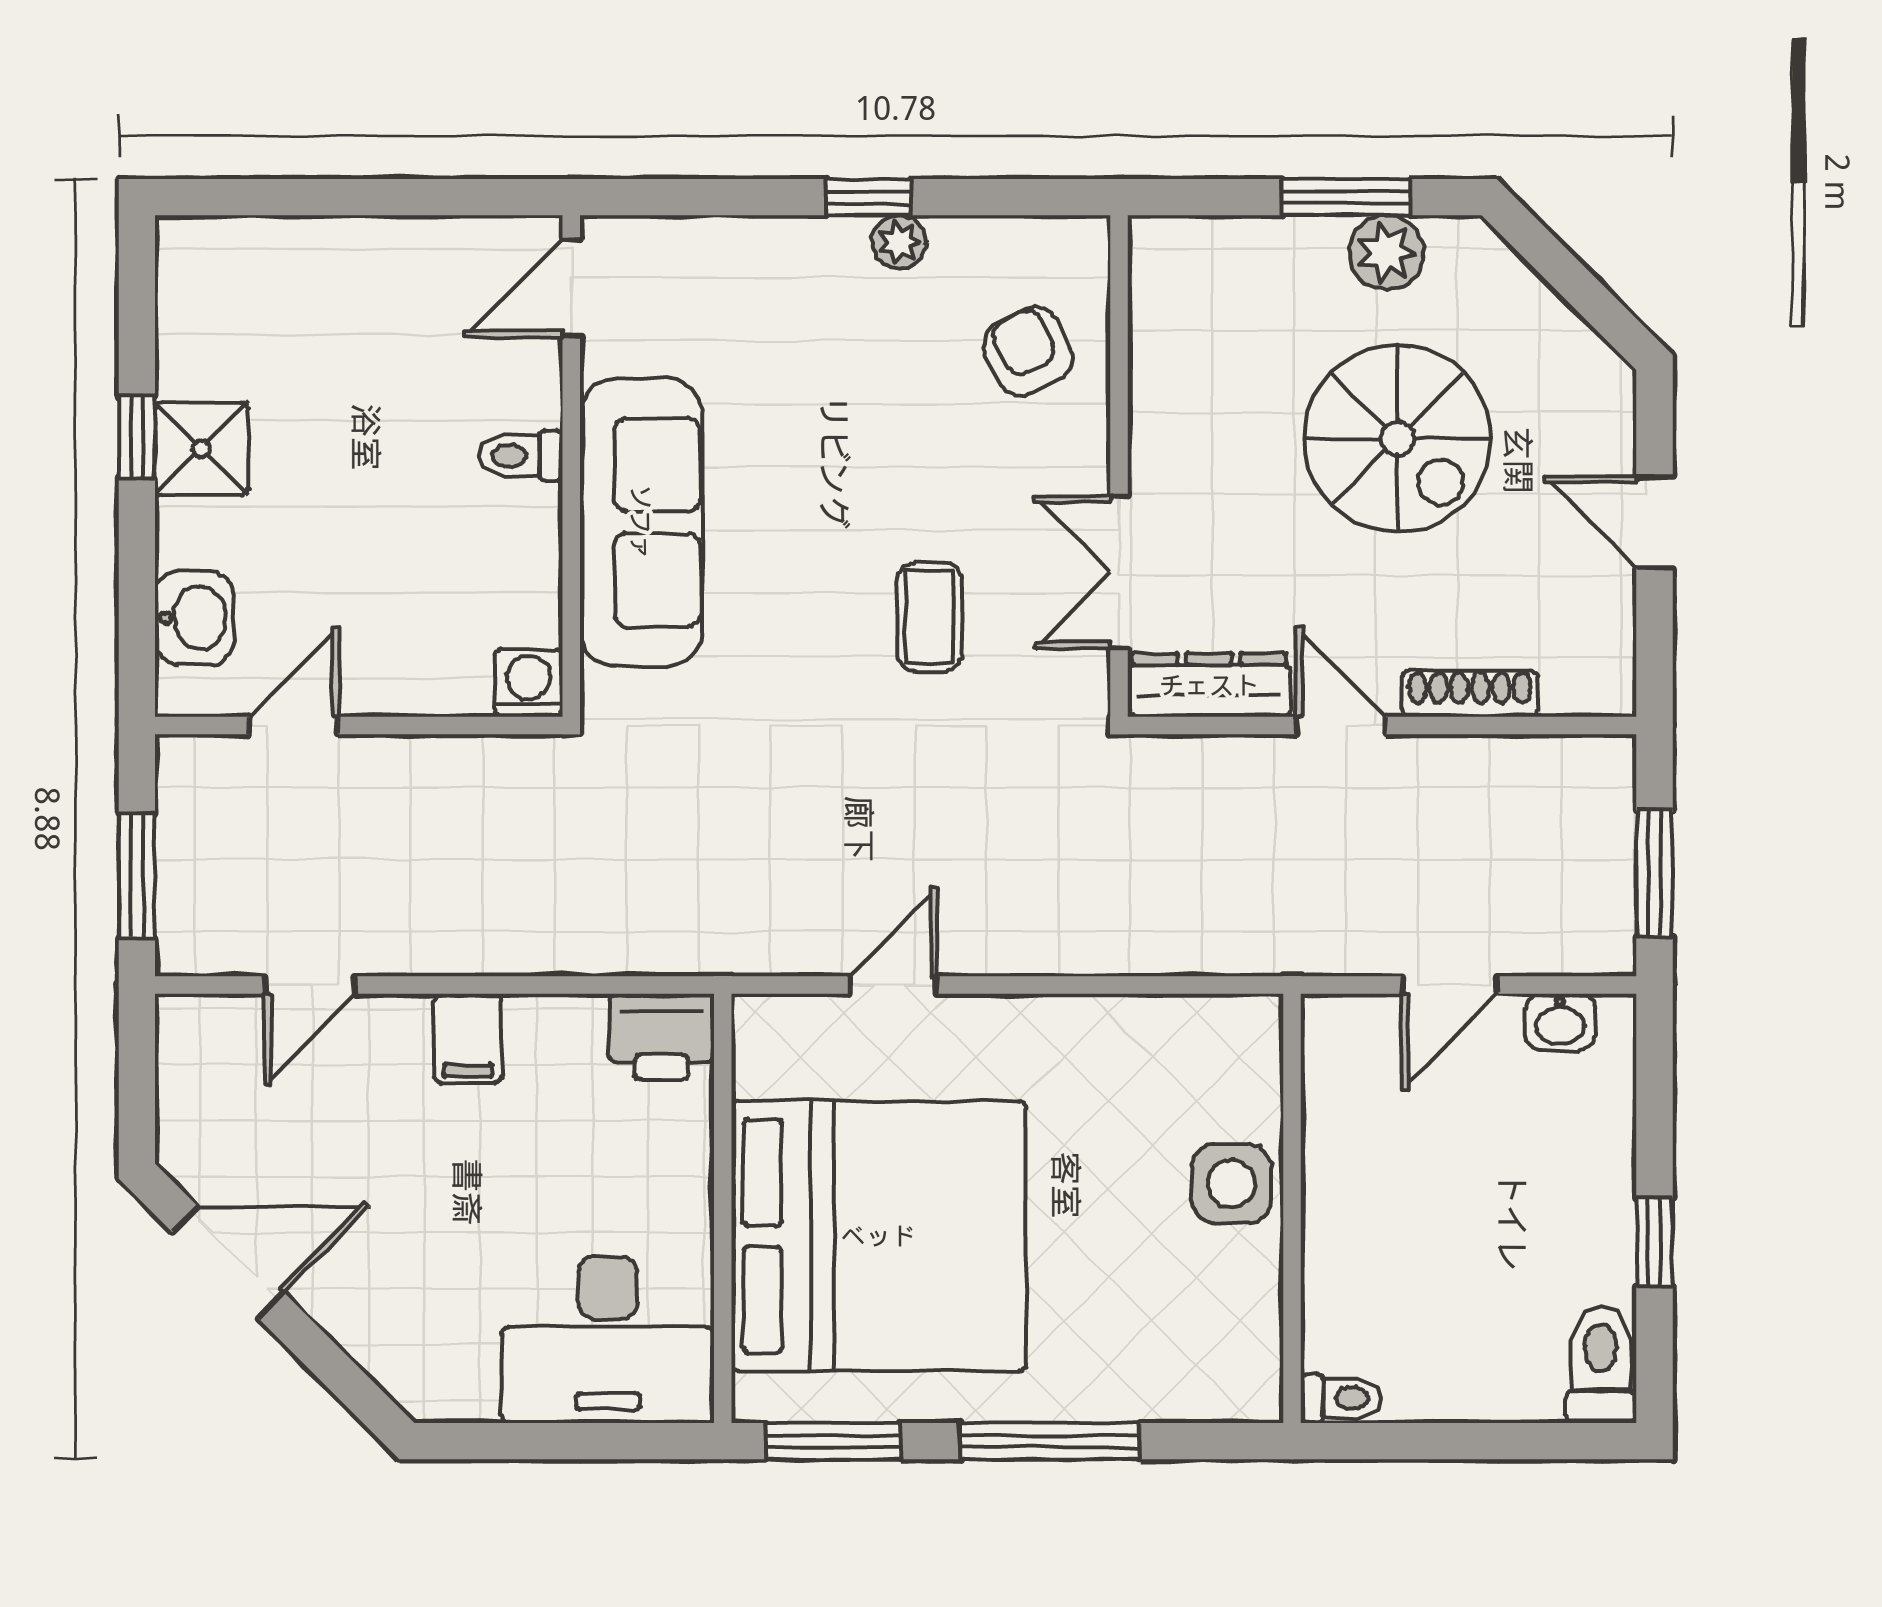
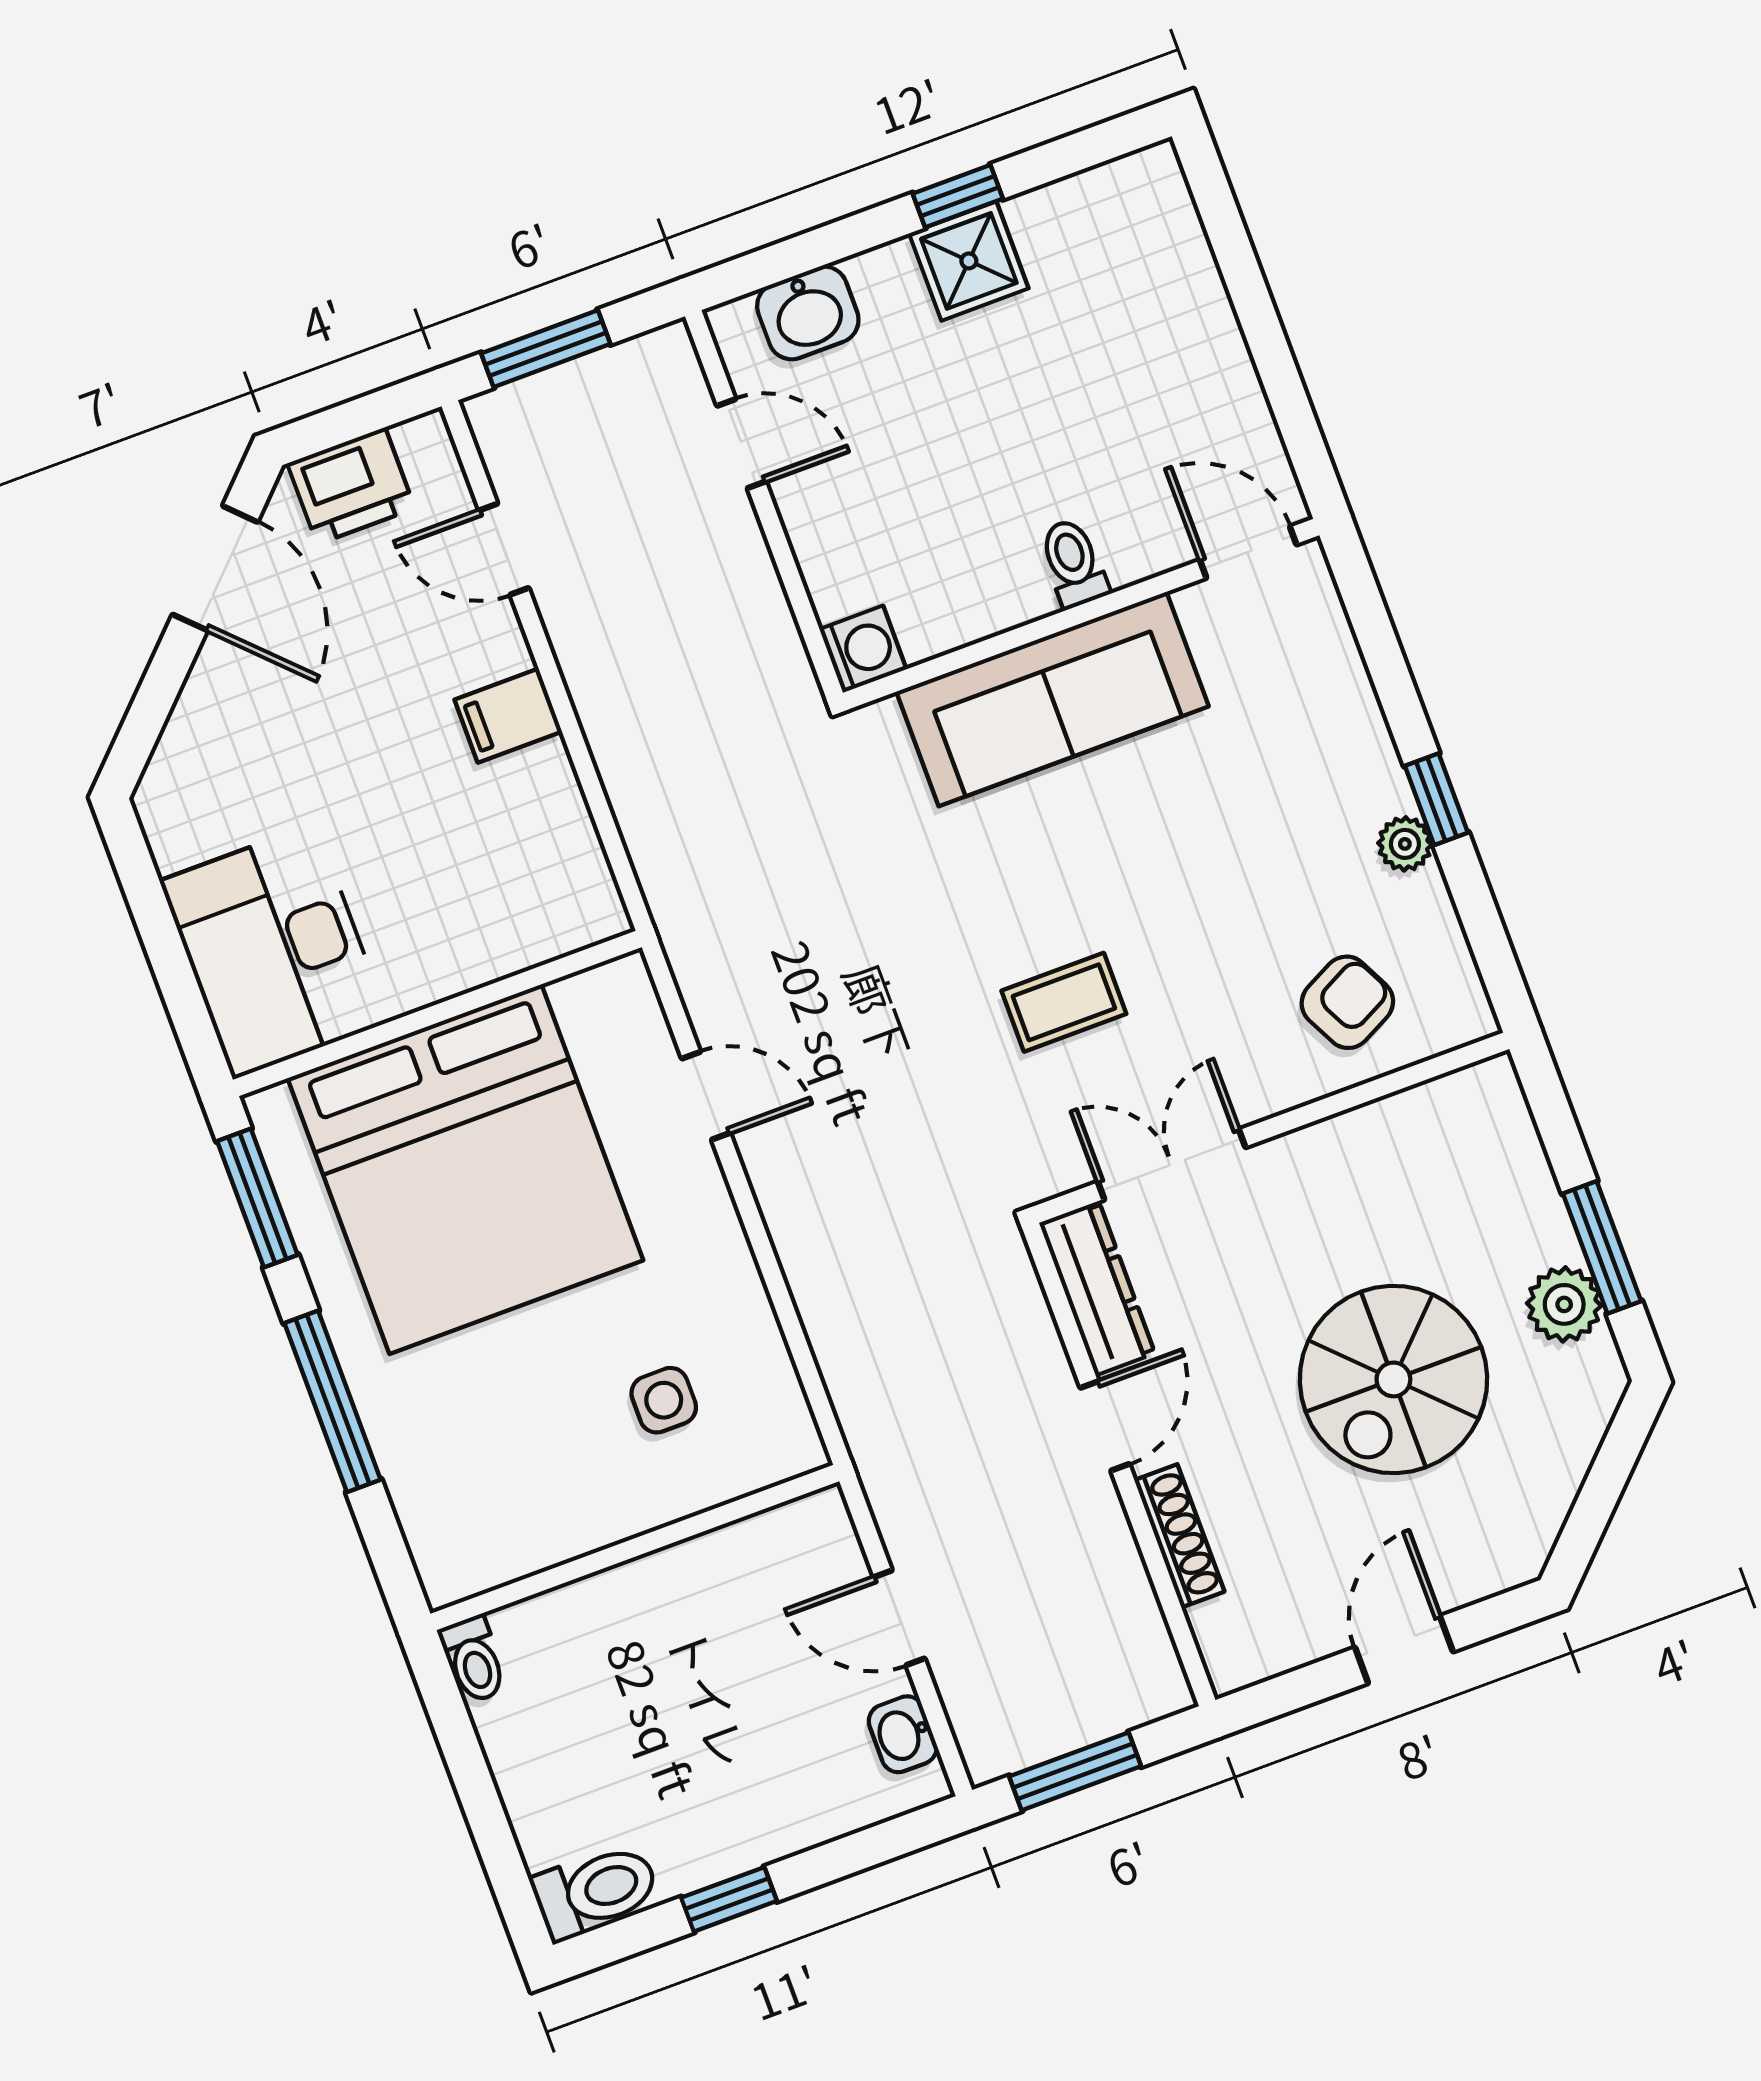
printer: (662, 1037) -> (351, 486), moved, turned -90
side table: (1231, 1184) -> (664, 1400), moved, width x0.73, depth x0.73

